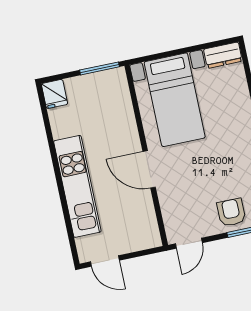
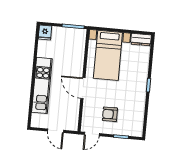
armchair: (231, 212) -> (110, 114), moved, turned -90
door: (105, 261) -> (55, 131), moved

